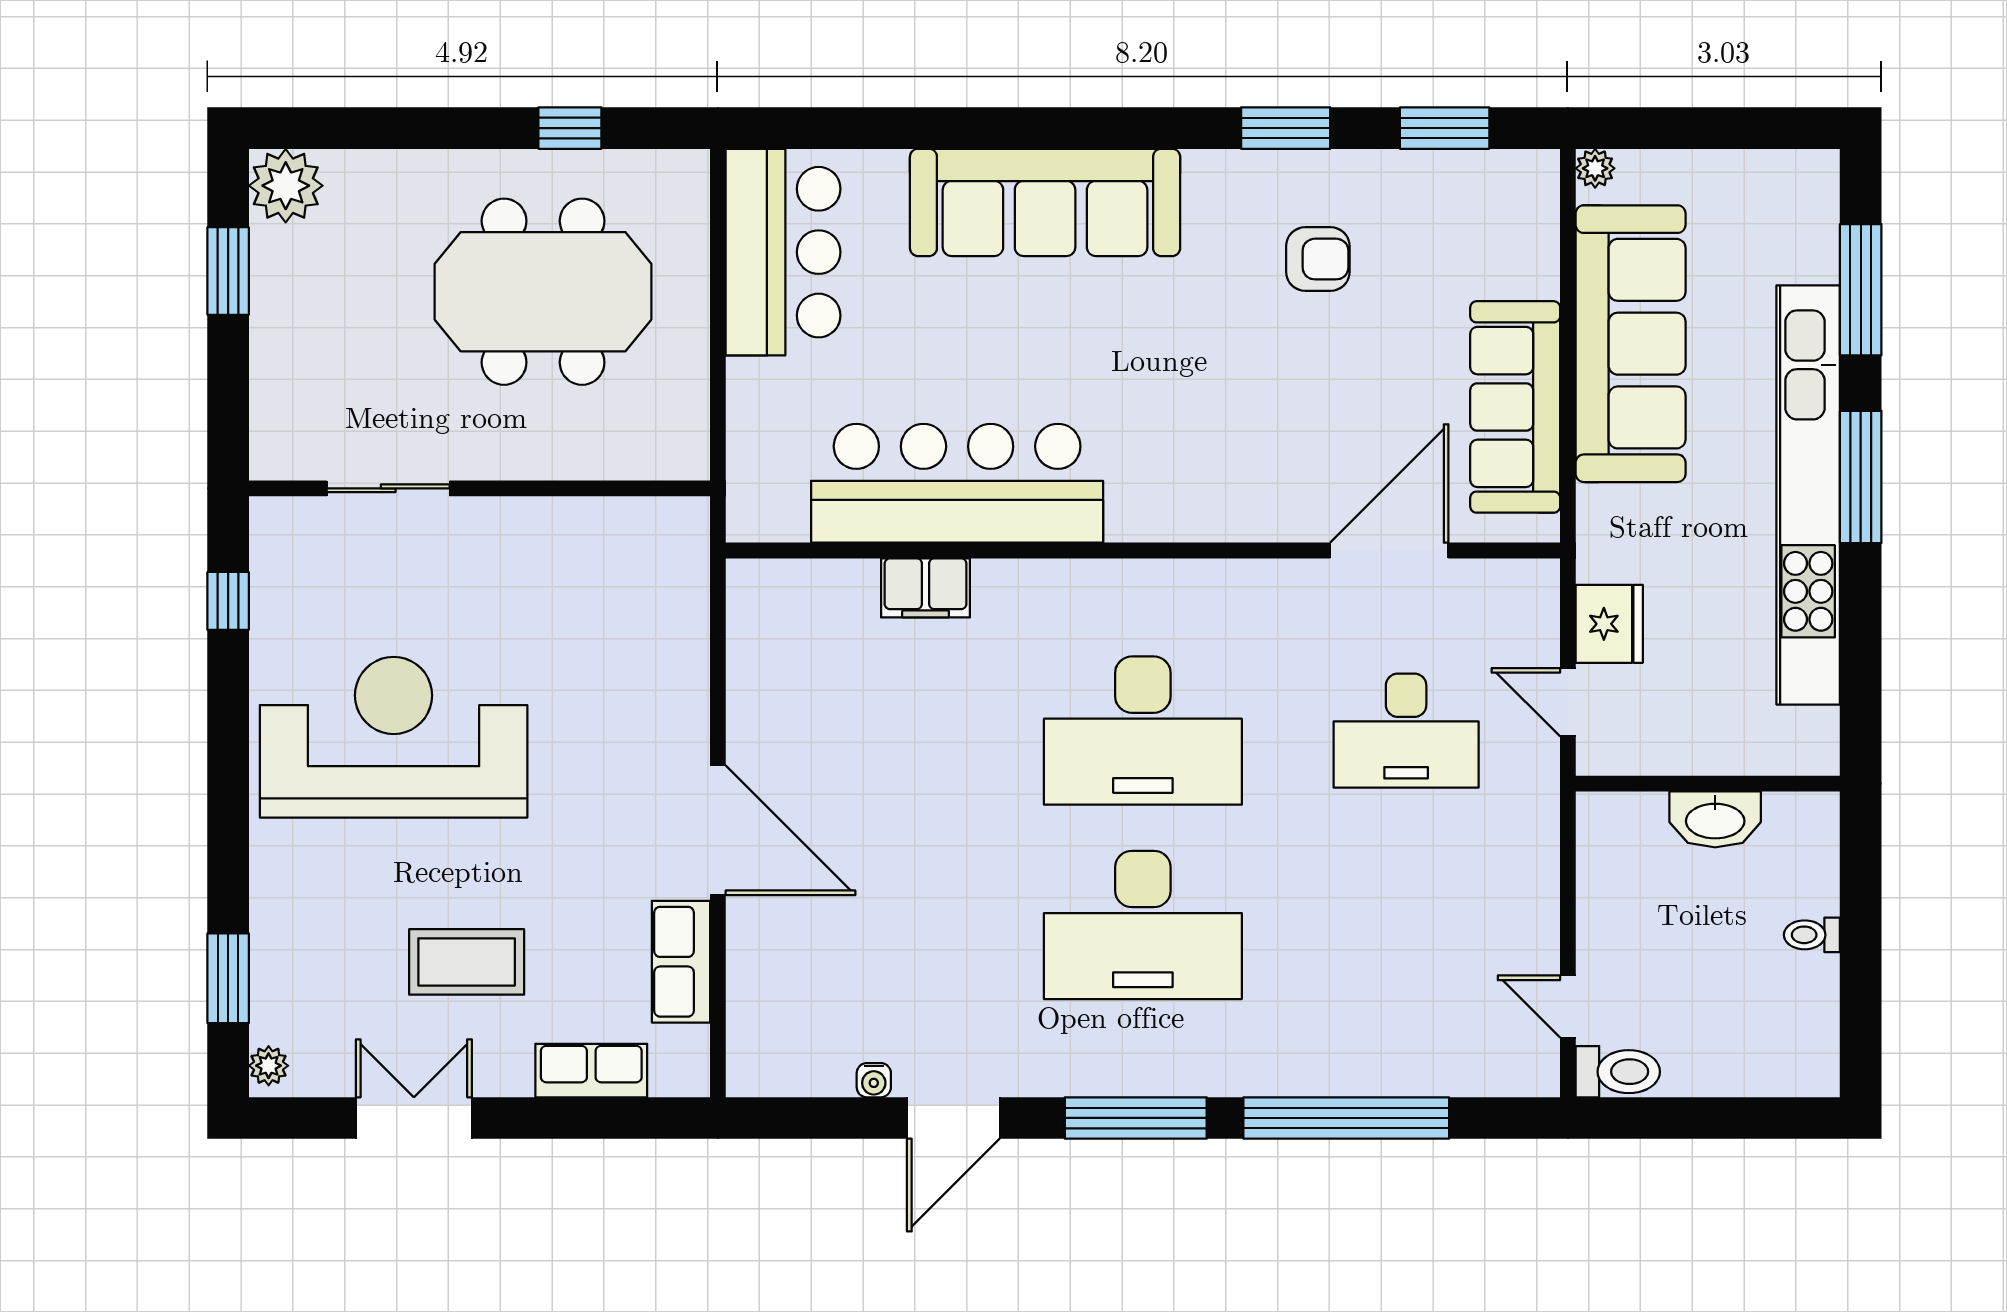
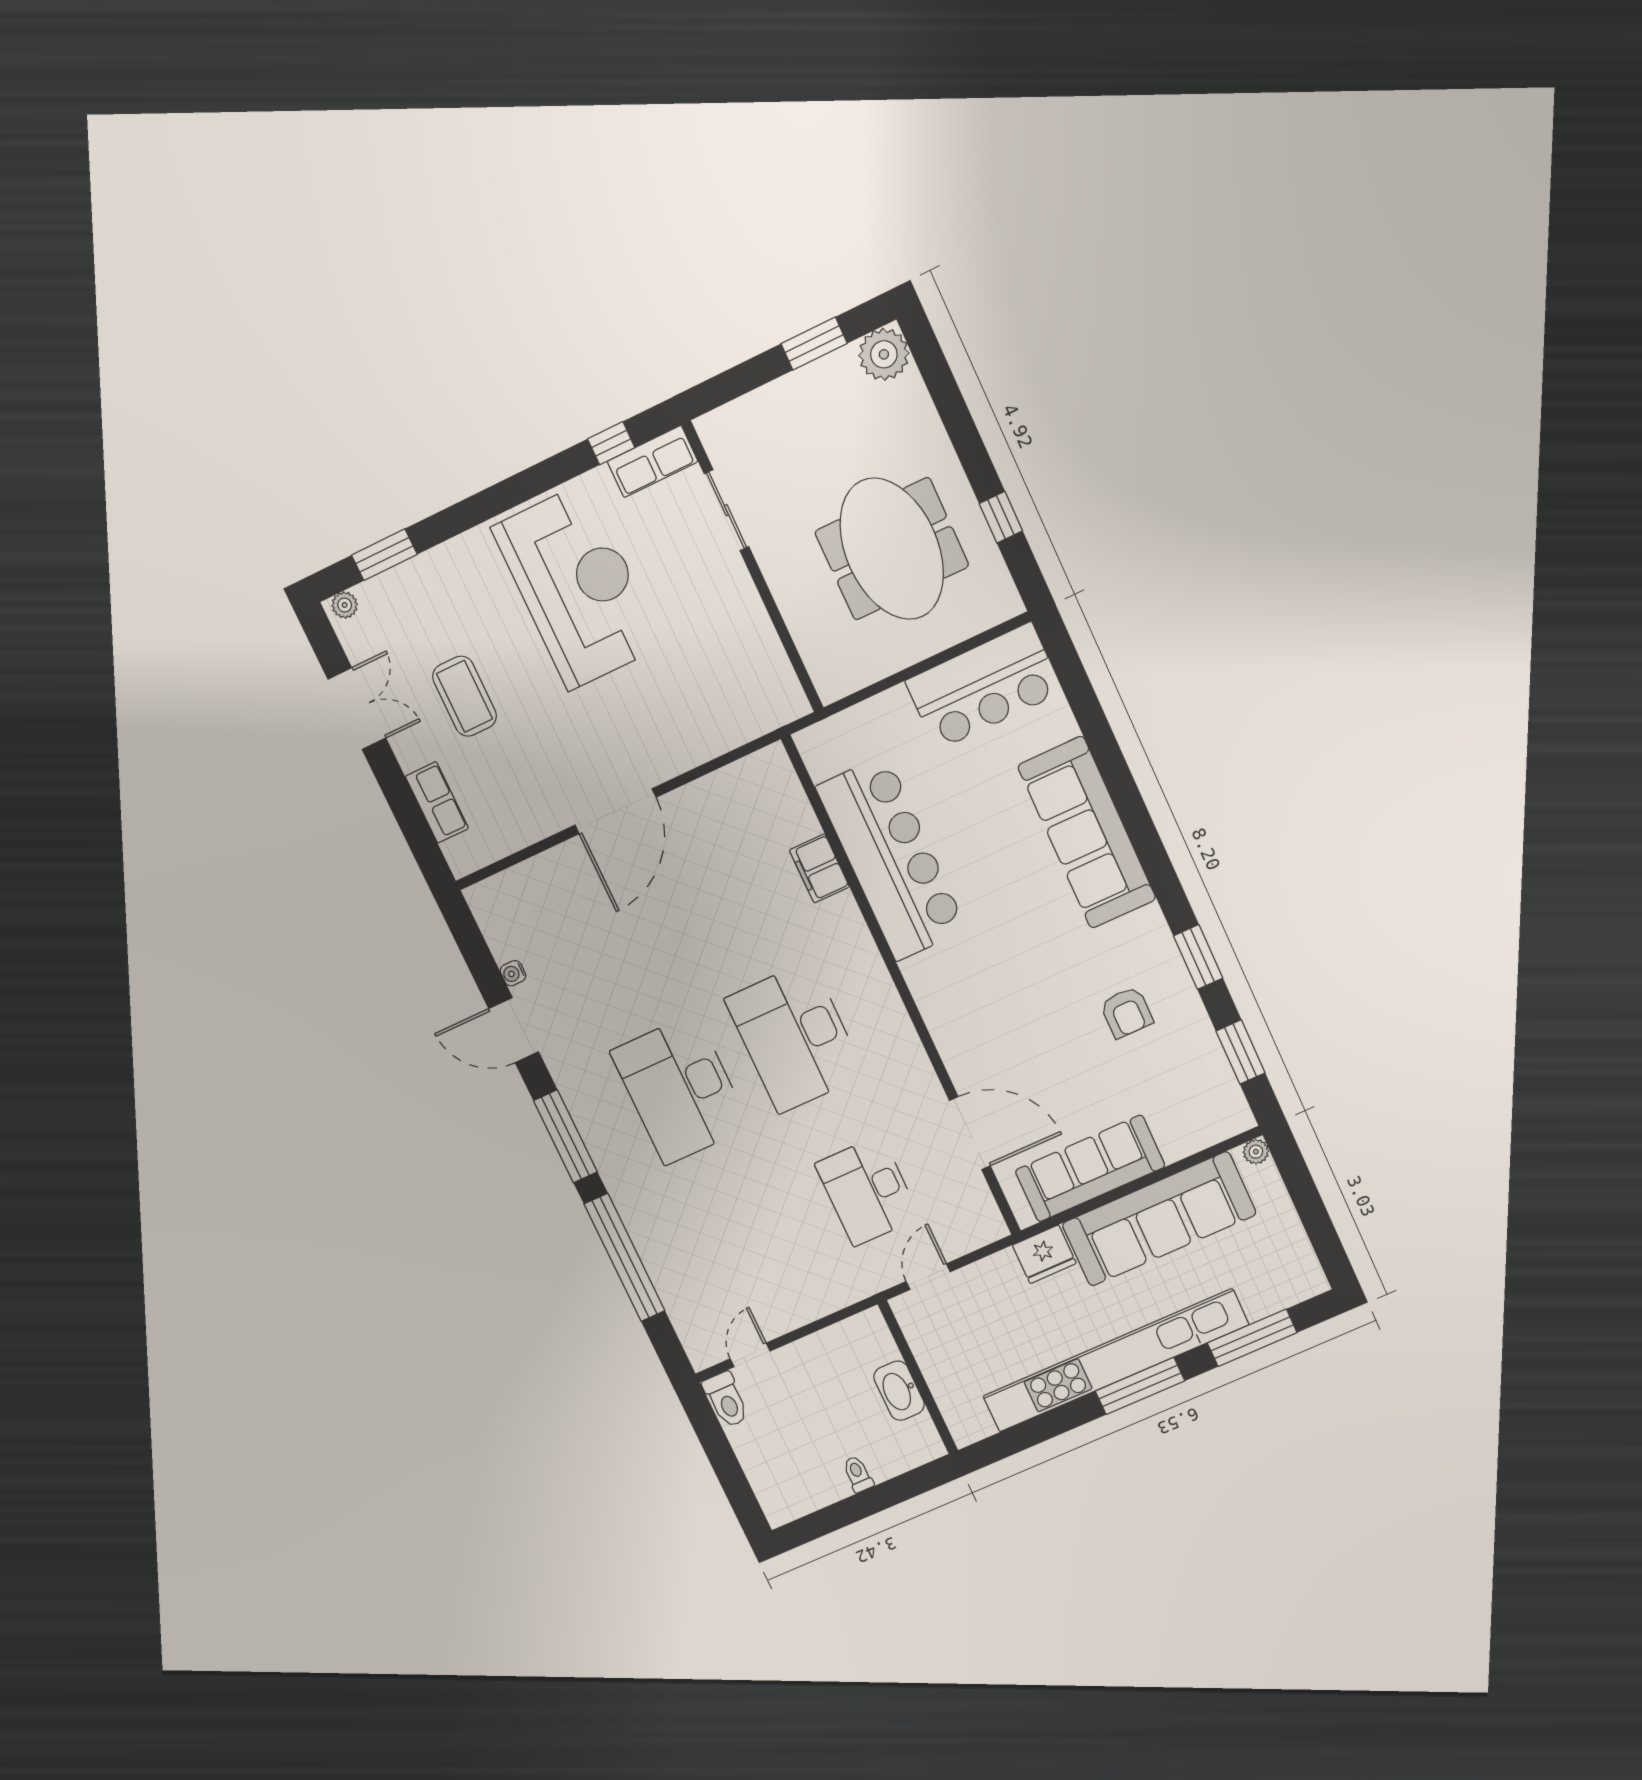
fridge: (1609, 624) -> (1044, 1254), moved
row of seats: (681, 962) -> (653, 461), moved, turned 180

